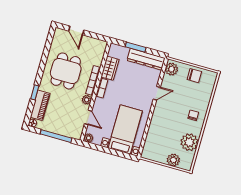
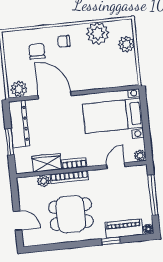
door: (76, 30) -> (18, 221), hinge flipped
chair: (194, 76) -> (37, 51), moved
door: (157, 93) -> (55, 95), width x1.87
plant: (87, 100) -> (44, 181), moved

